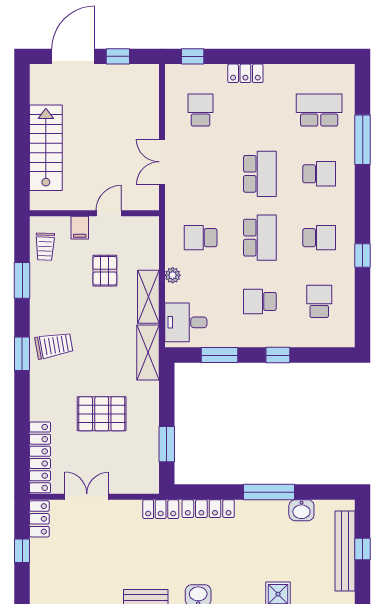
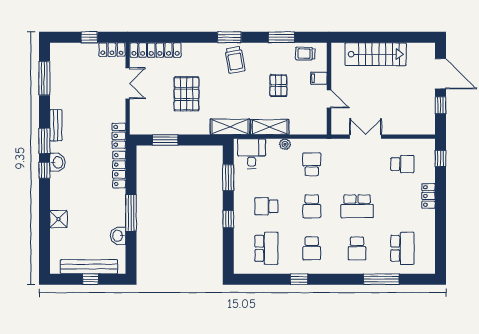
school desk: (260, 238) -> (312, 206), width x0.54
pallet: (105, 271) -> (278, 86), moved, turned 90
school desk: (260, 301) -> (266, 206), turned -90
school desk: (319, 301) -> (266, 248), width x1.85

